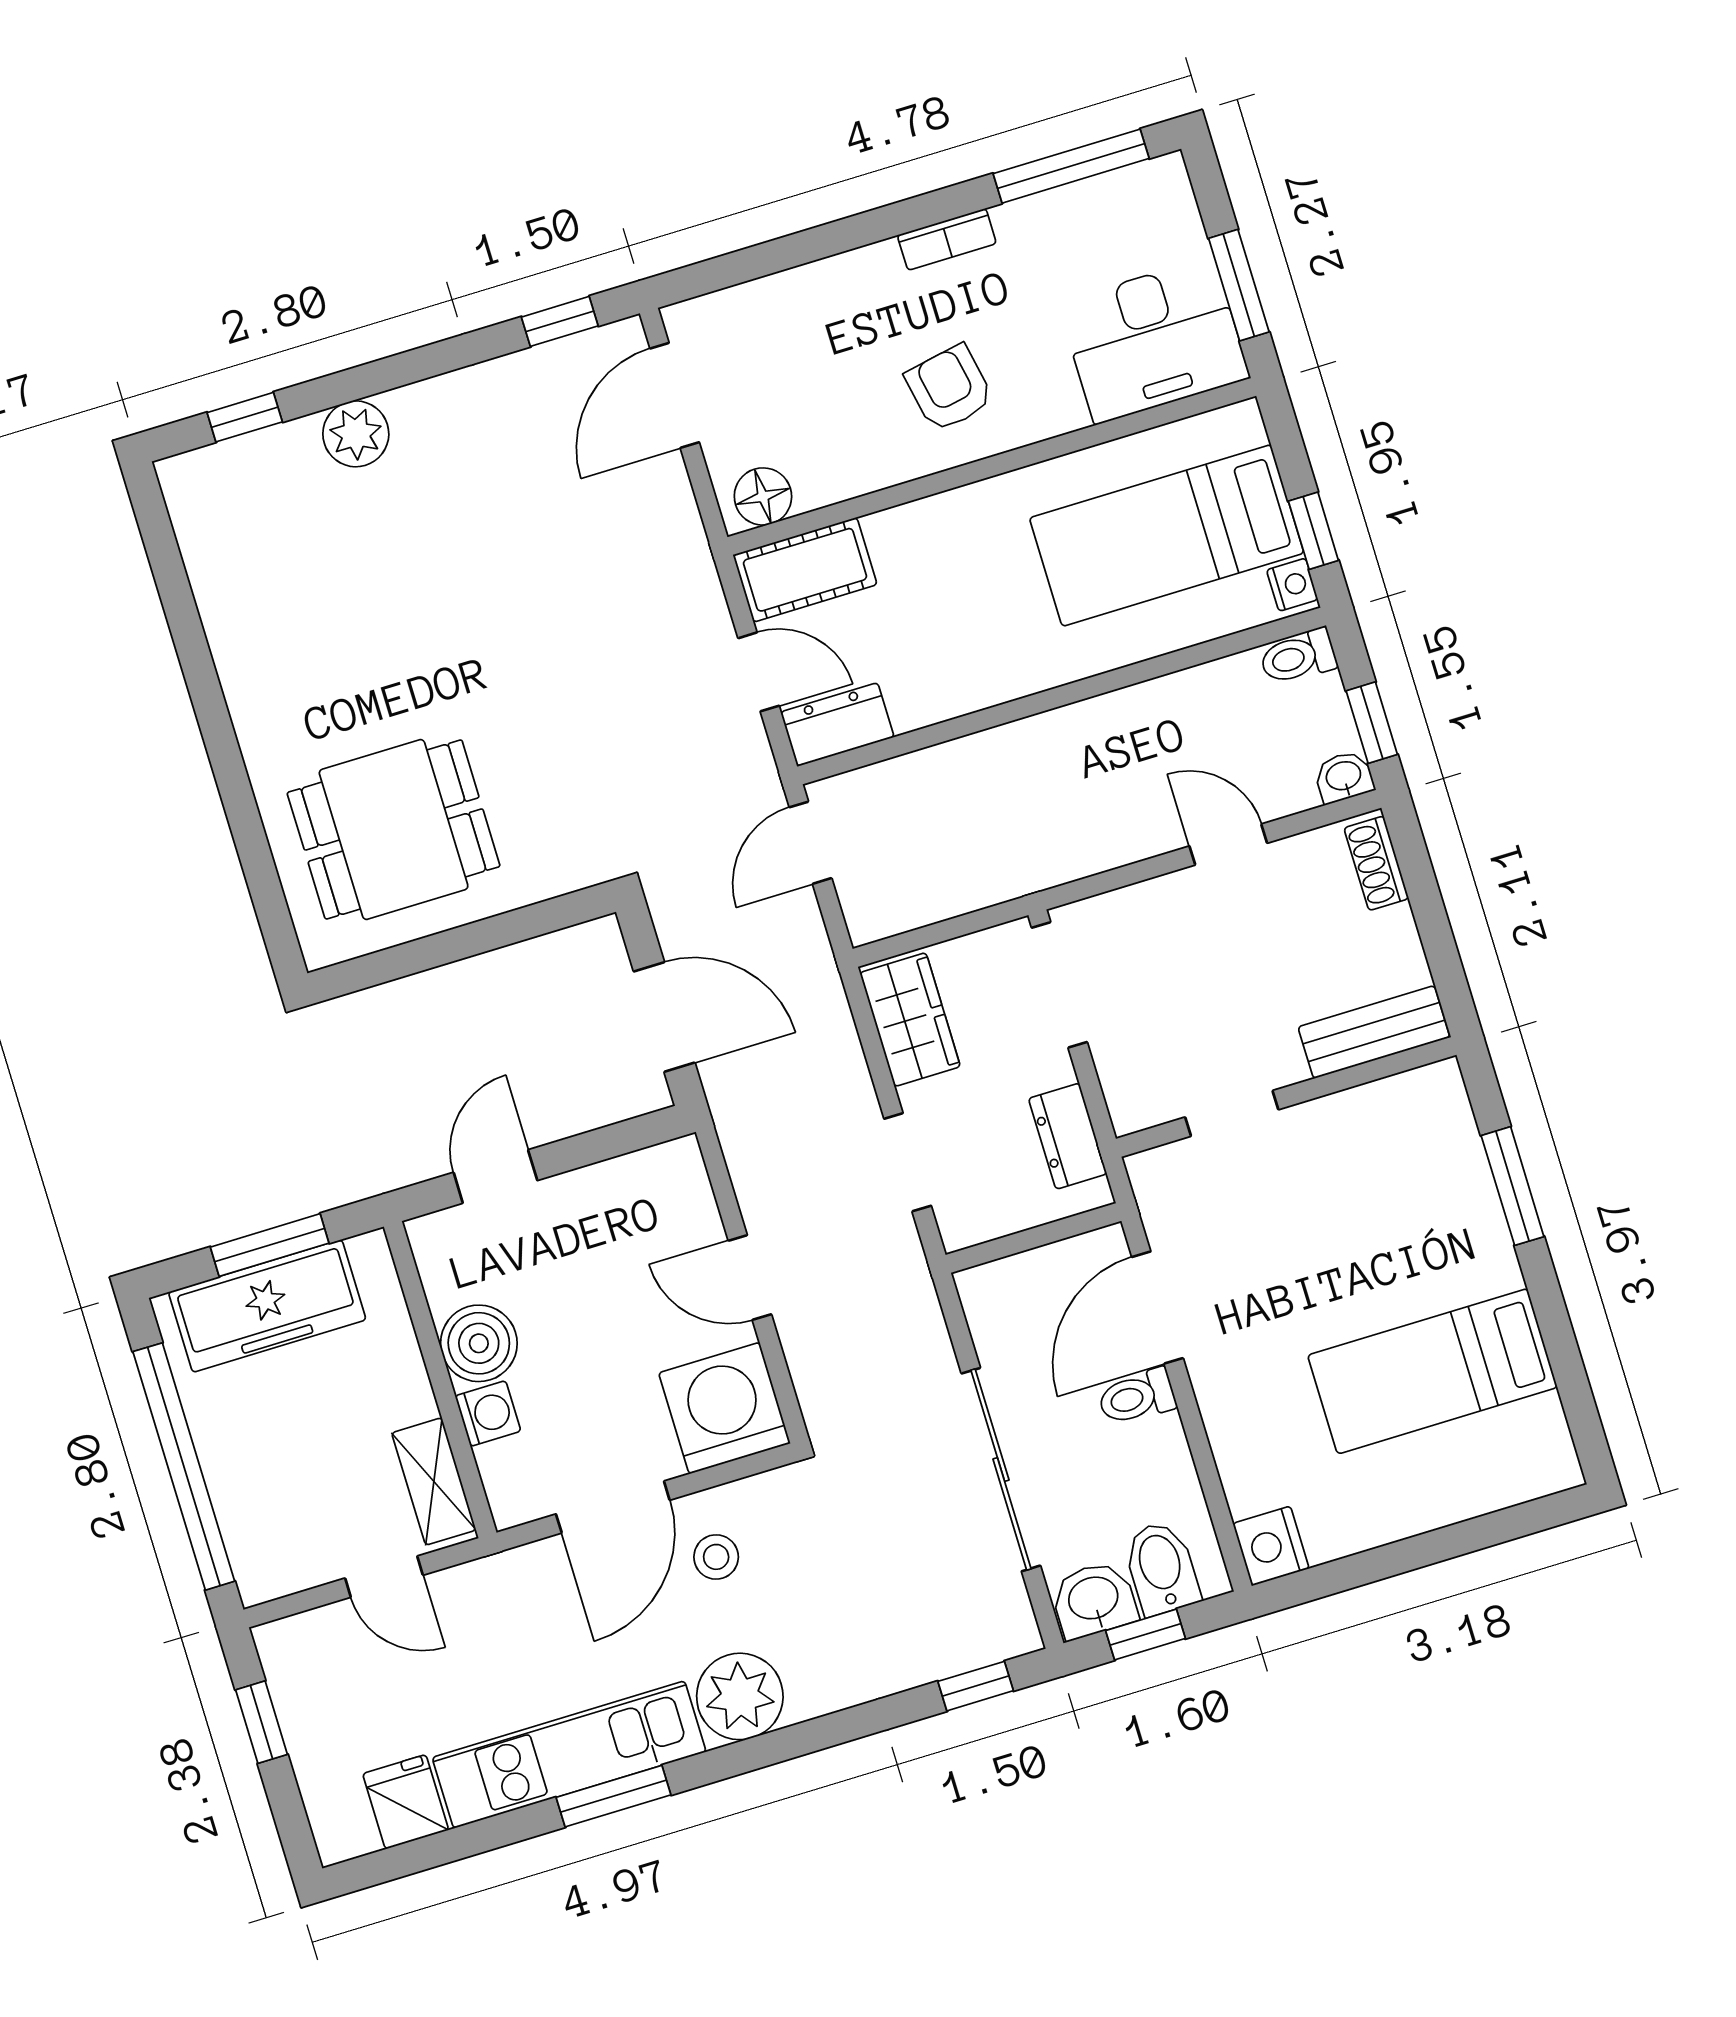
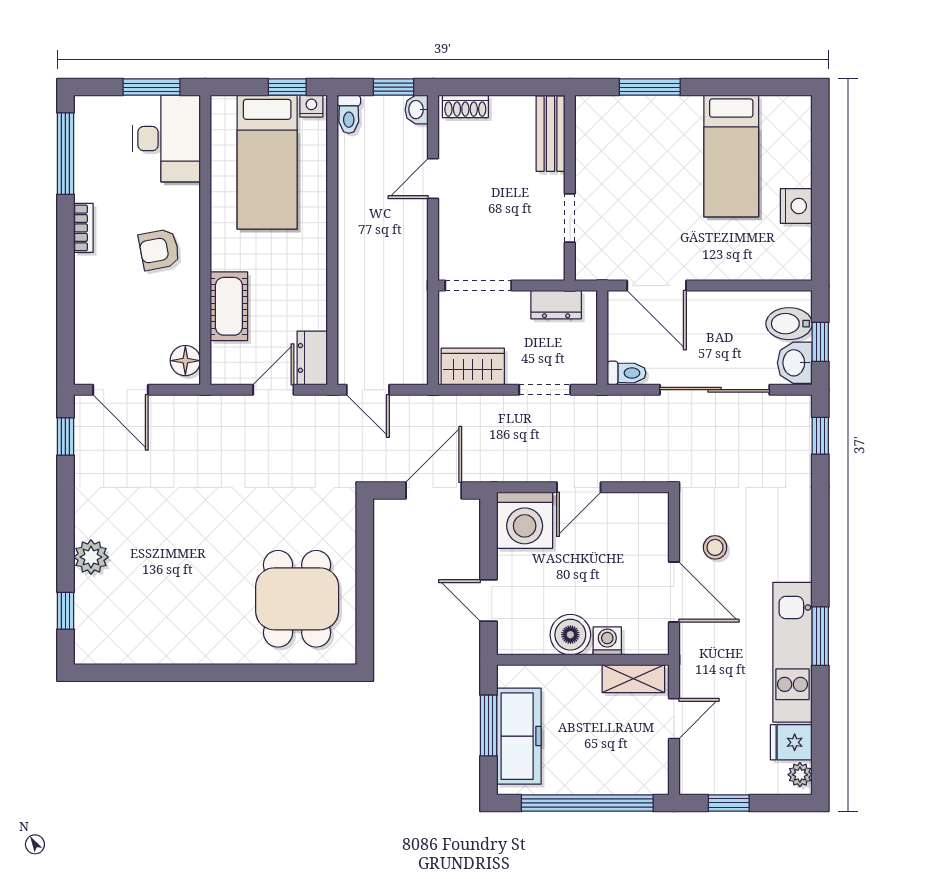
cot: (805, 570) -> (229, 306), moved
toilet: (1137, 1397) -> (627, 373), moved, turned -90
washing machine: (724, 1408) -> (525, 520), moved, turned -90
nightstand: (1271, 1546) -> (796, 206), moved, turned -90
plant: (740, 1696) -> (800, 775), moved, width x0.53, depth x0.53

